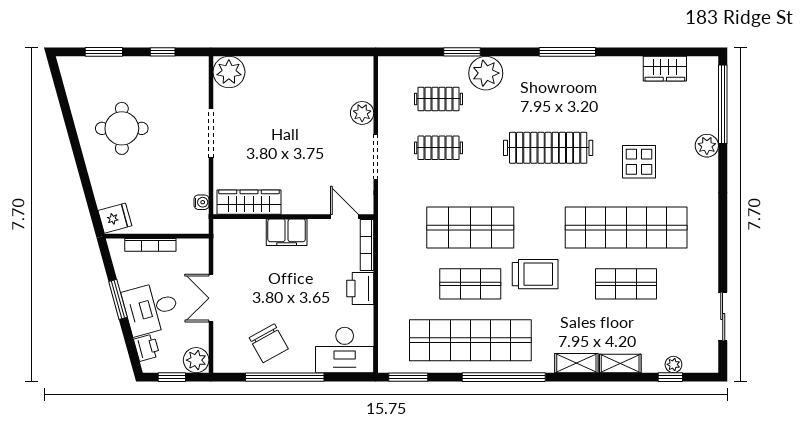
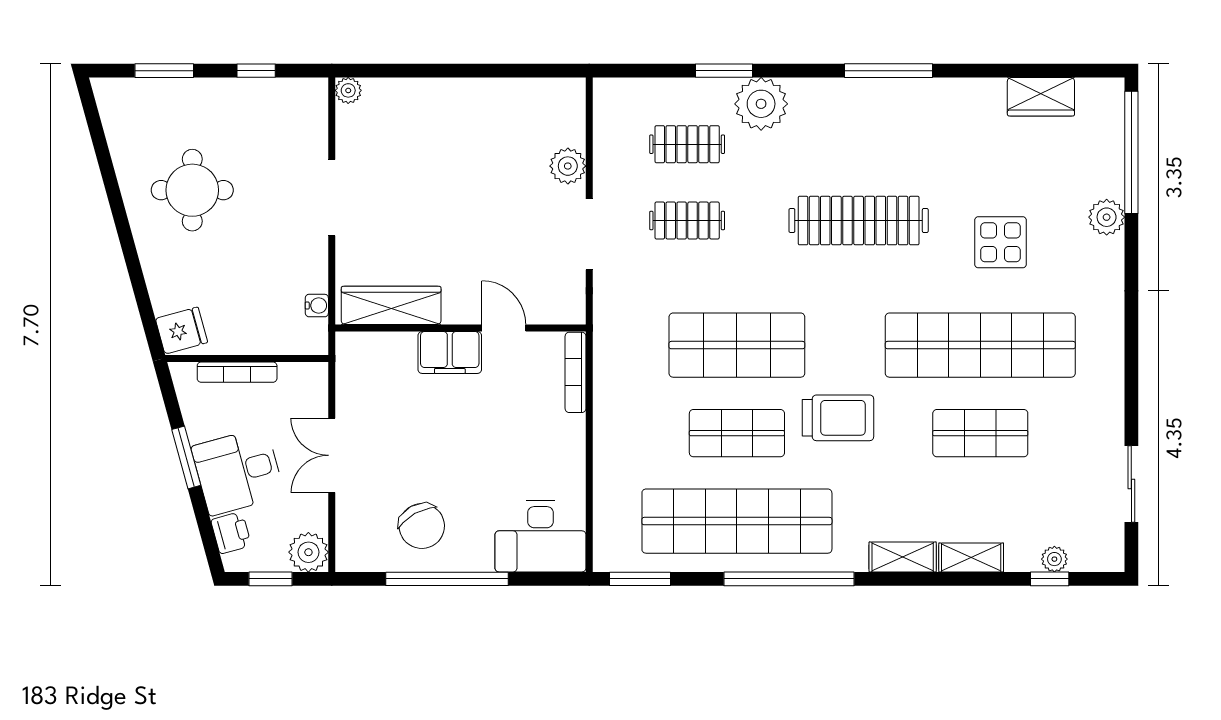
plant: (229, 72) -> (348, 90), width x0.53, depth x0.53
door: (344, 217) -> (504, 328), moved
printer: (360, 289) -> (565, 440), removed

